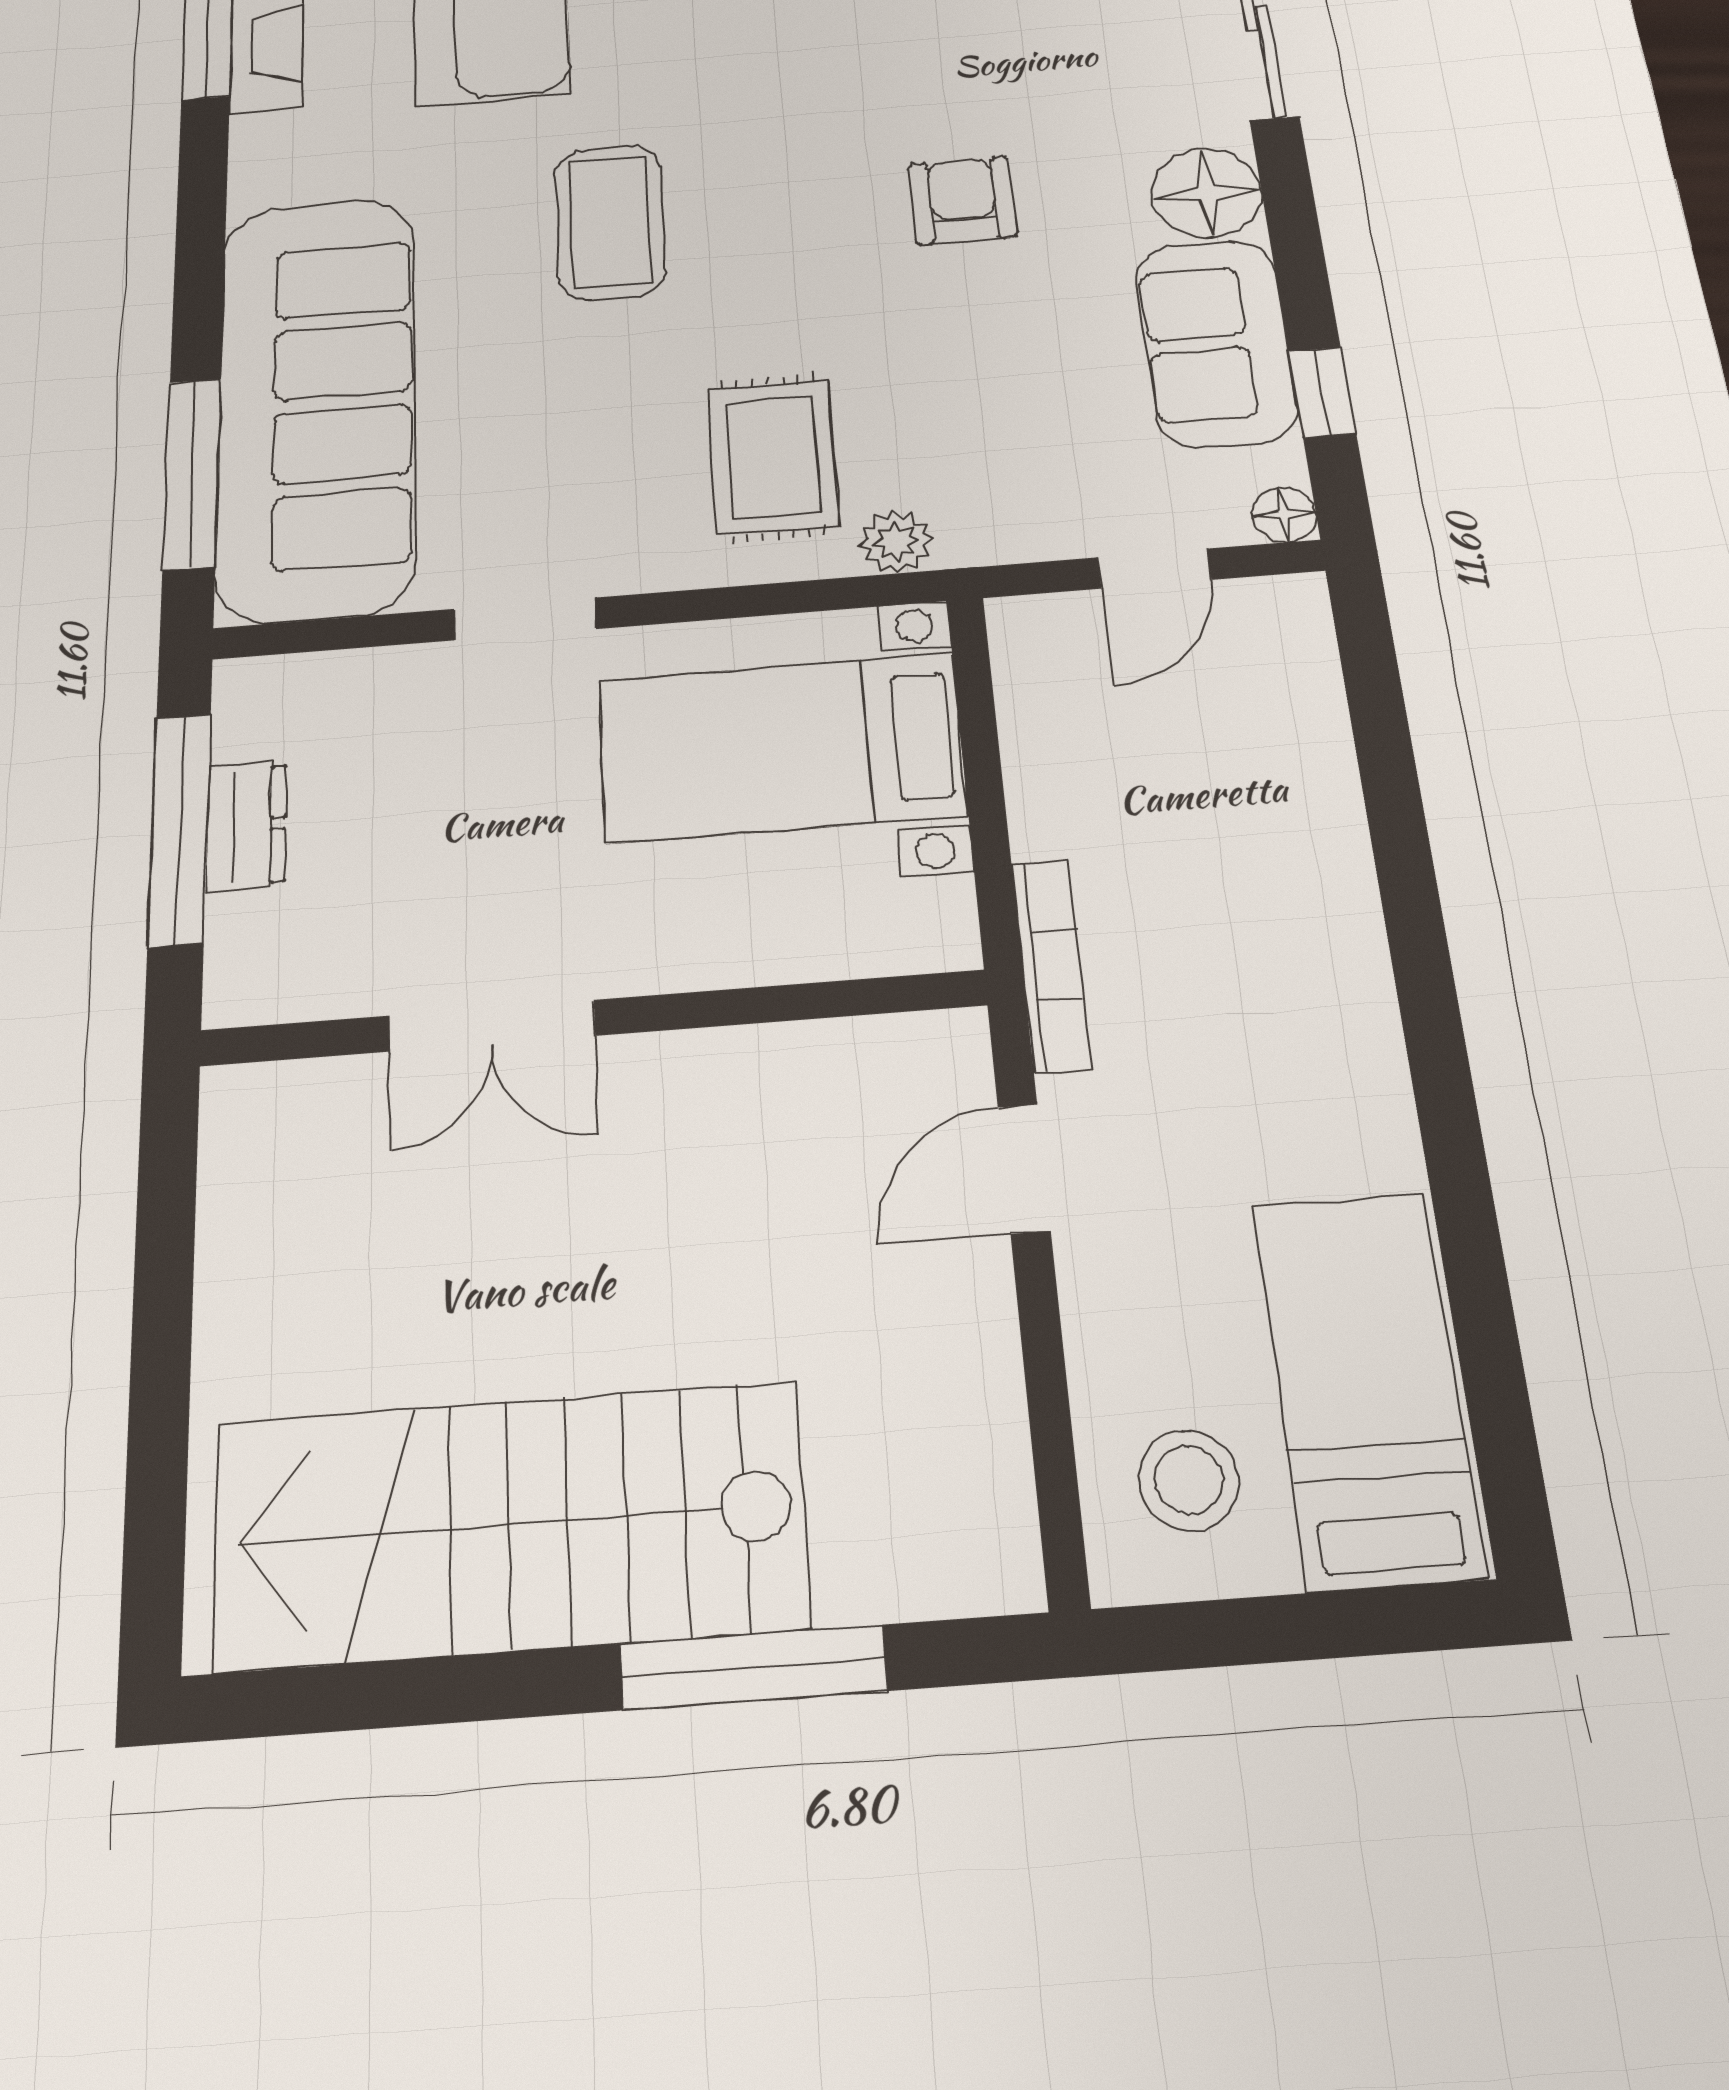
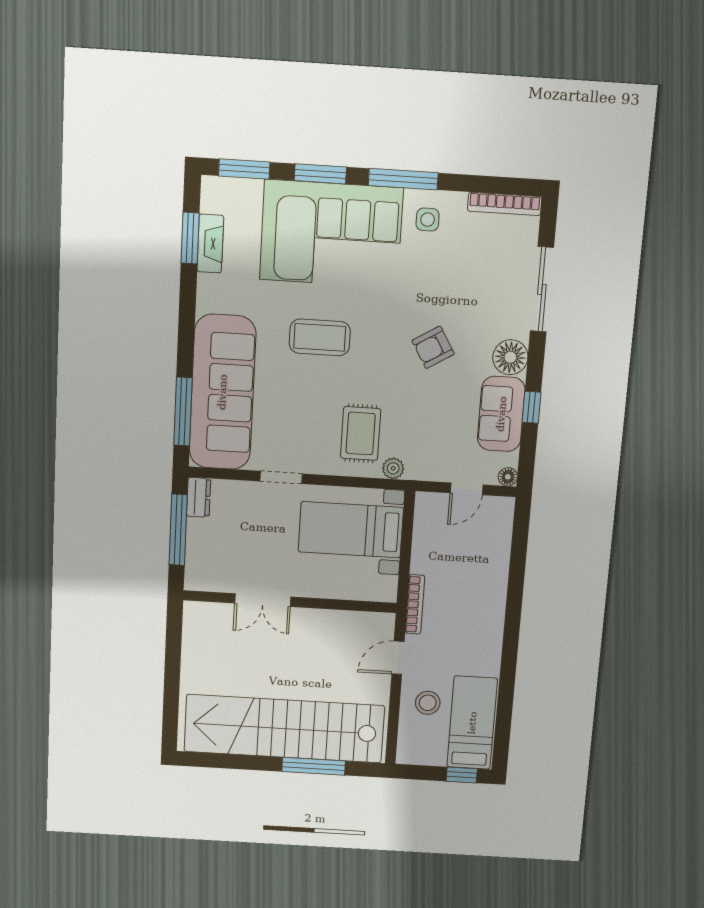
armchair: (962, 200) -> (433, 347), turned -121
coffee table: (610, 222) -> (320, 337), turned 90
window: (1322, 392) -> (531, 407), moved
dresser: (246, 825) -> (199, 497), moved
stool: (1189, 1480) -> (428, 703), moved
stairs: (509, 1525) -> (284, 729), width x1.36
window: (1378, 1621) -> (462, 775), added

